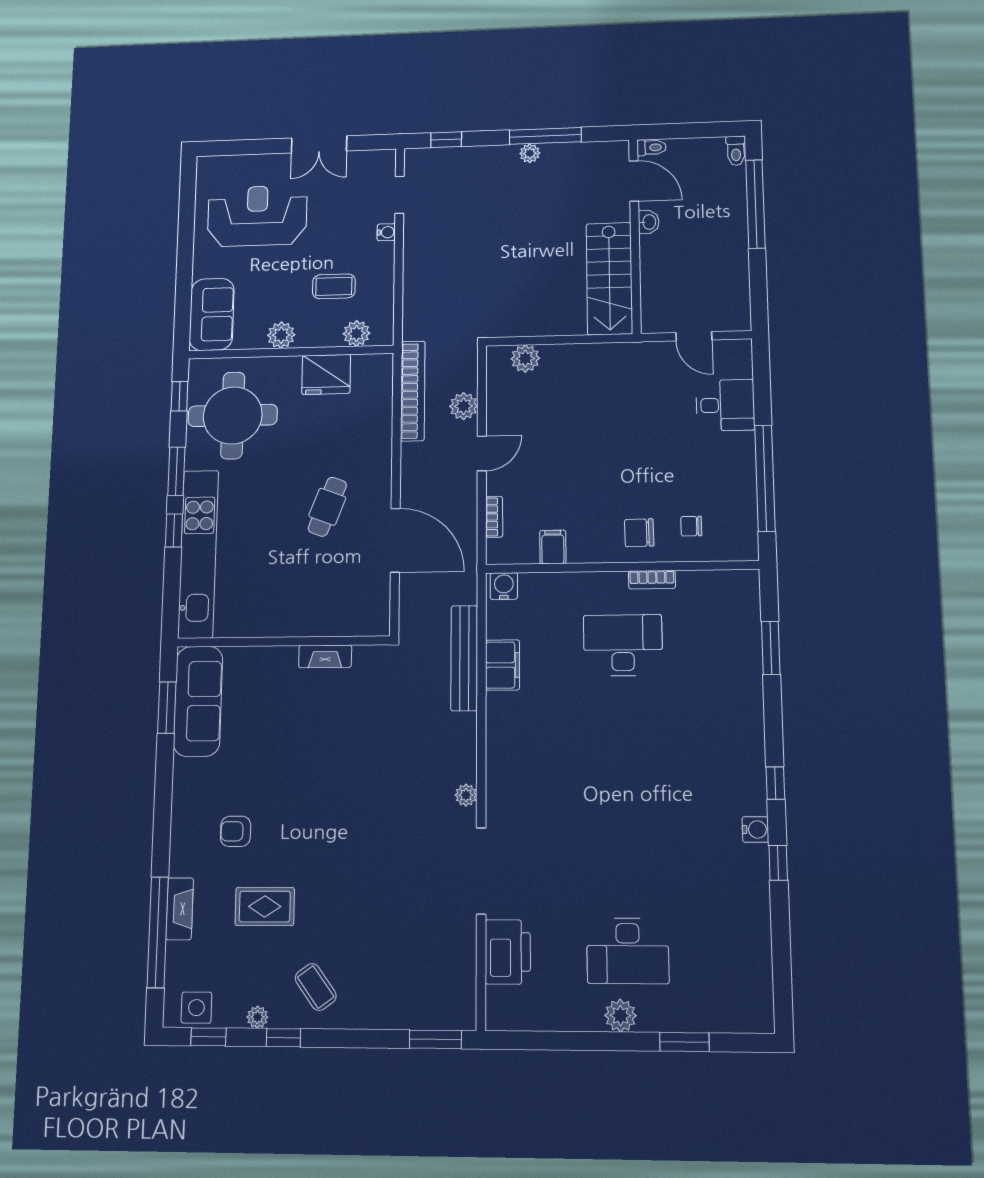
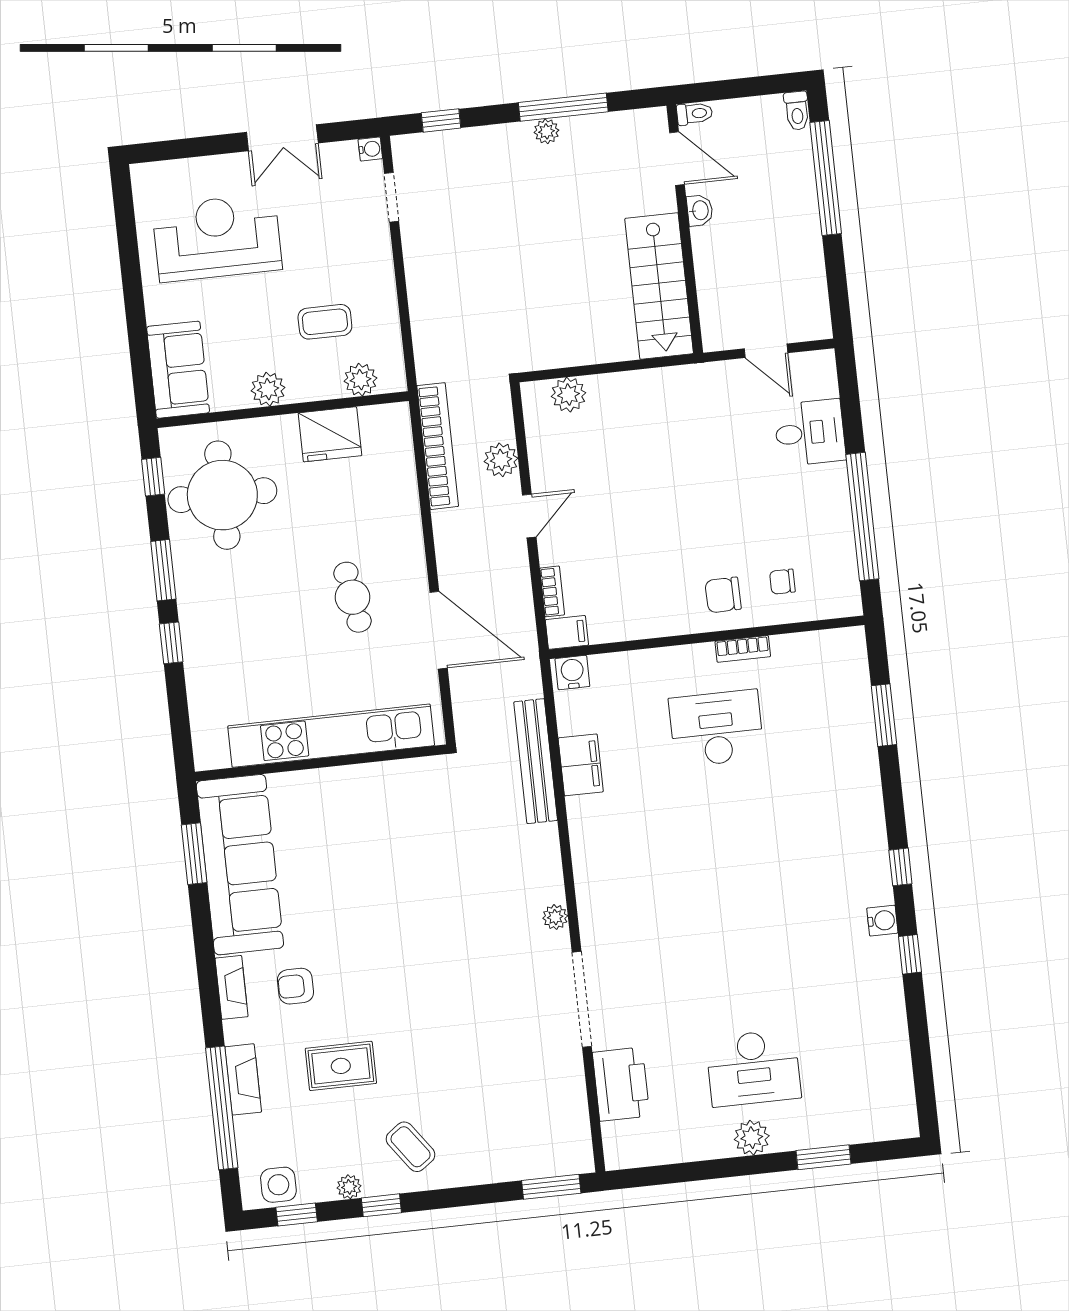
water cooler: (386, 232) -> (370, 149), moved
cafe table: (327, 507) -> (352, 597), turned -30
filing cabinet: (553, 547) -> (567, 632), moved, turned 90
kitchen unit: (198, 554) -> (331, 736), moved, turned -90
fireplace: (325, 656) -> (232, 987), moved, turned -90
sofa: (198, 701) -> (240, 865), width x1.36, depth x1.27

